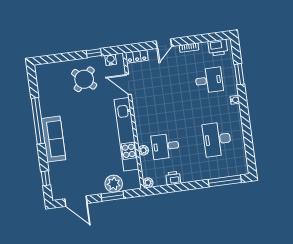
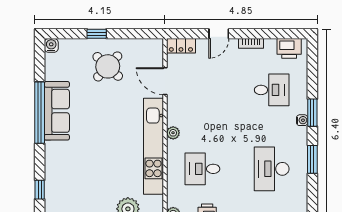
window: (94, 53) -> (97, 34), moved
water cooler: (111, 60) -> (51, 45), moved
window: (239, 74) -> (312, 113), moved
window: (246, 128) -> (312, 159), added
sofa: (53, 139) -> (57, 111), moved
plant: (143, 150) -> (173, 133), moved

